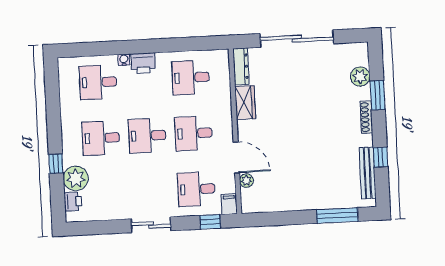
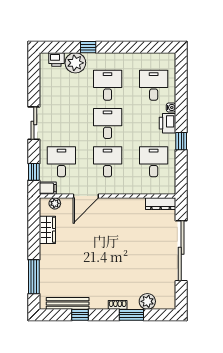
window: (164, 45) -> (181, 141), added
wardrobe: (245, 103) -> (47, 230), moved, turned -90
shoe rack: (366, 117) -> (118, 305), width x0.70
plant: (246, 181) -> (55, 203), moved

